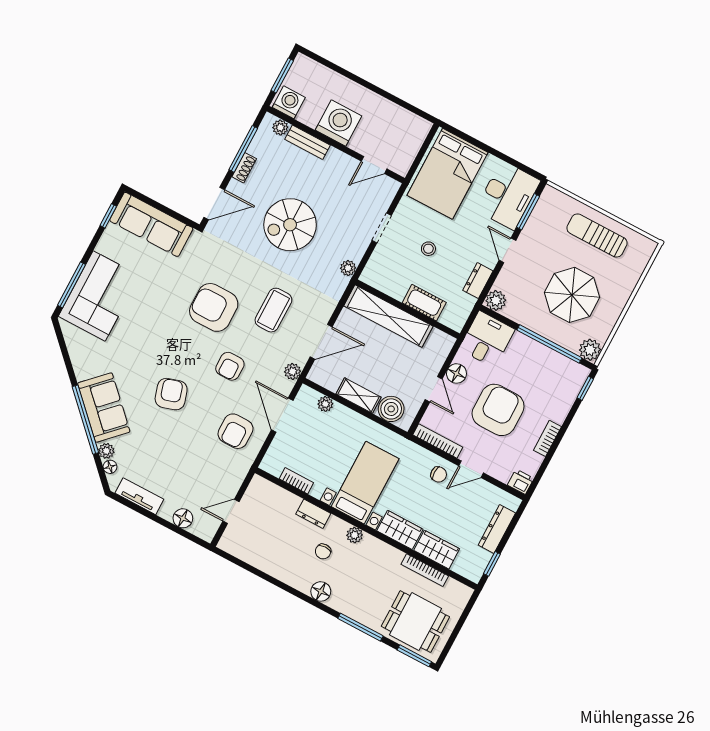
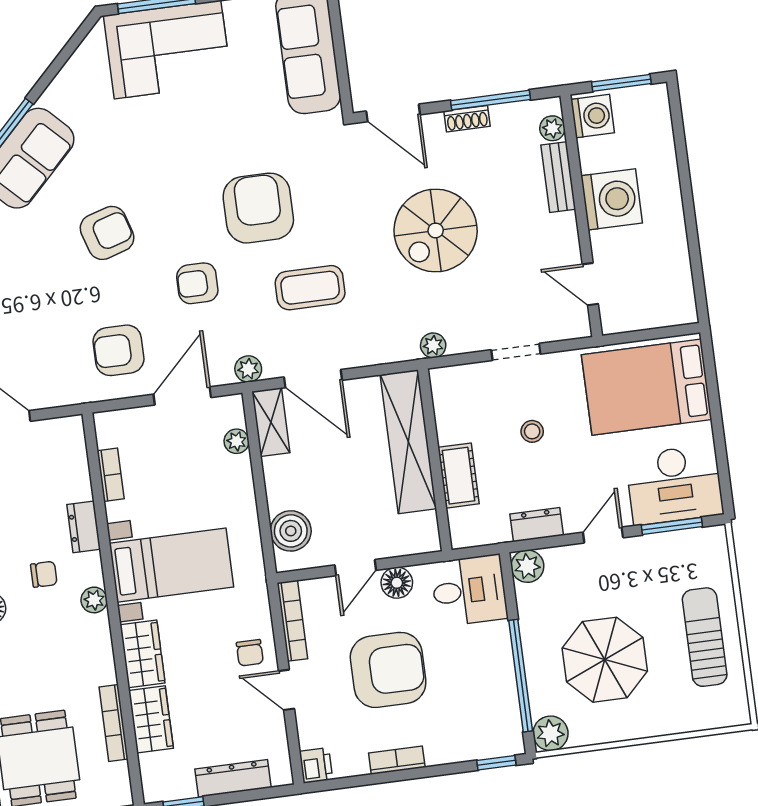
spiral stairs: (290, 225) -> (436, 230), turned -90
shelving: (359, 396) -> (271, 422), moved
chair: (323, 551) -> (44, 574), turned 180

